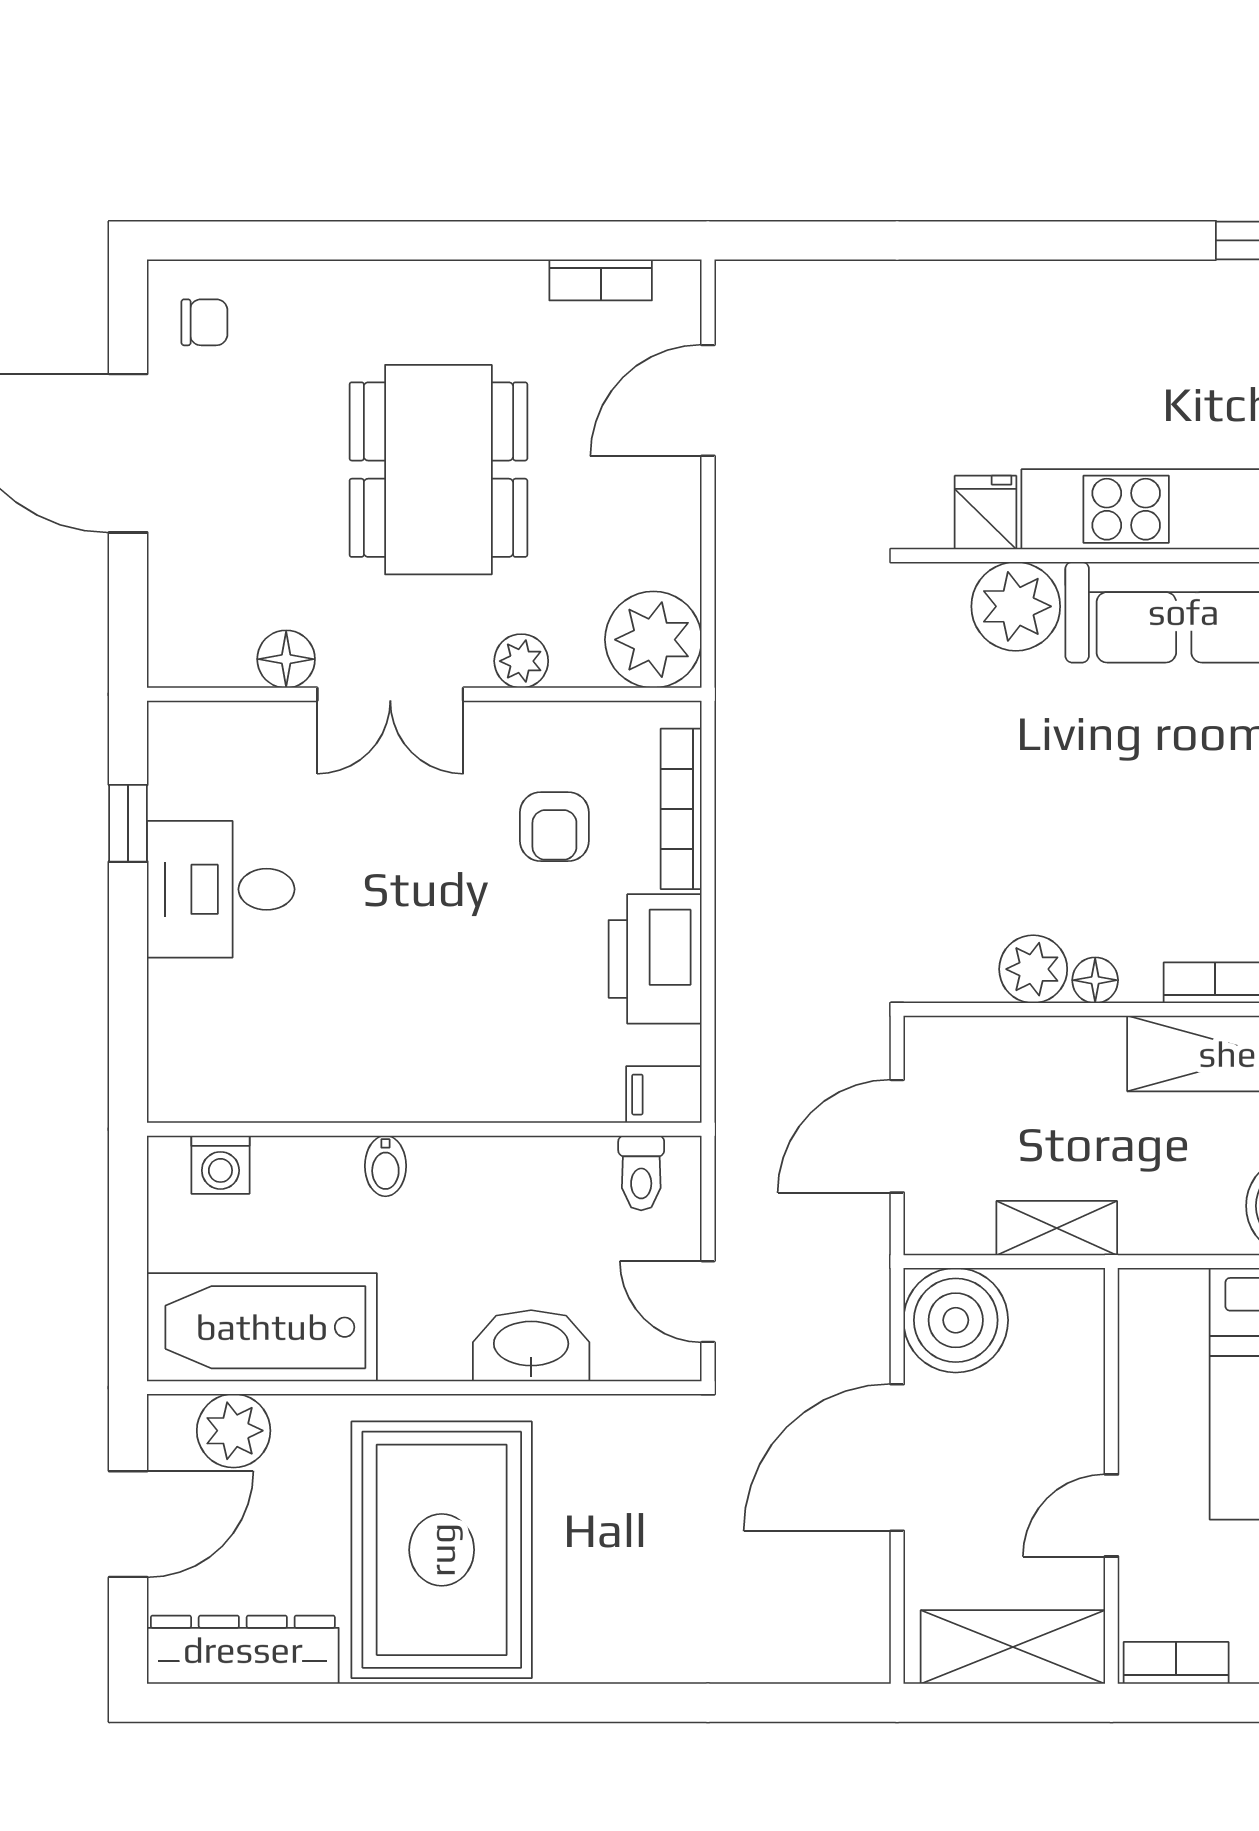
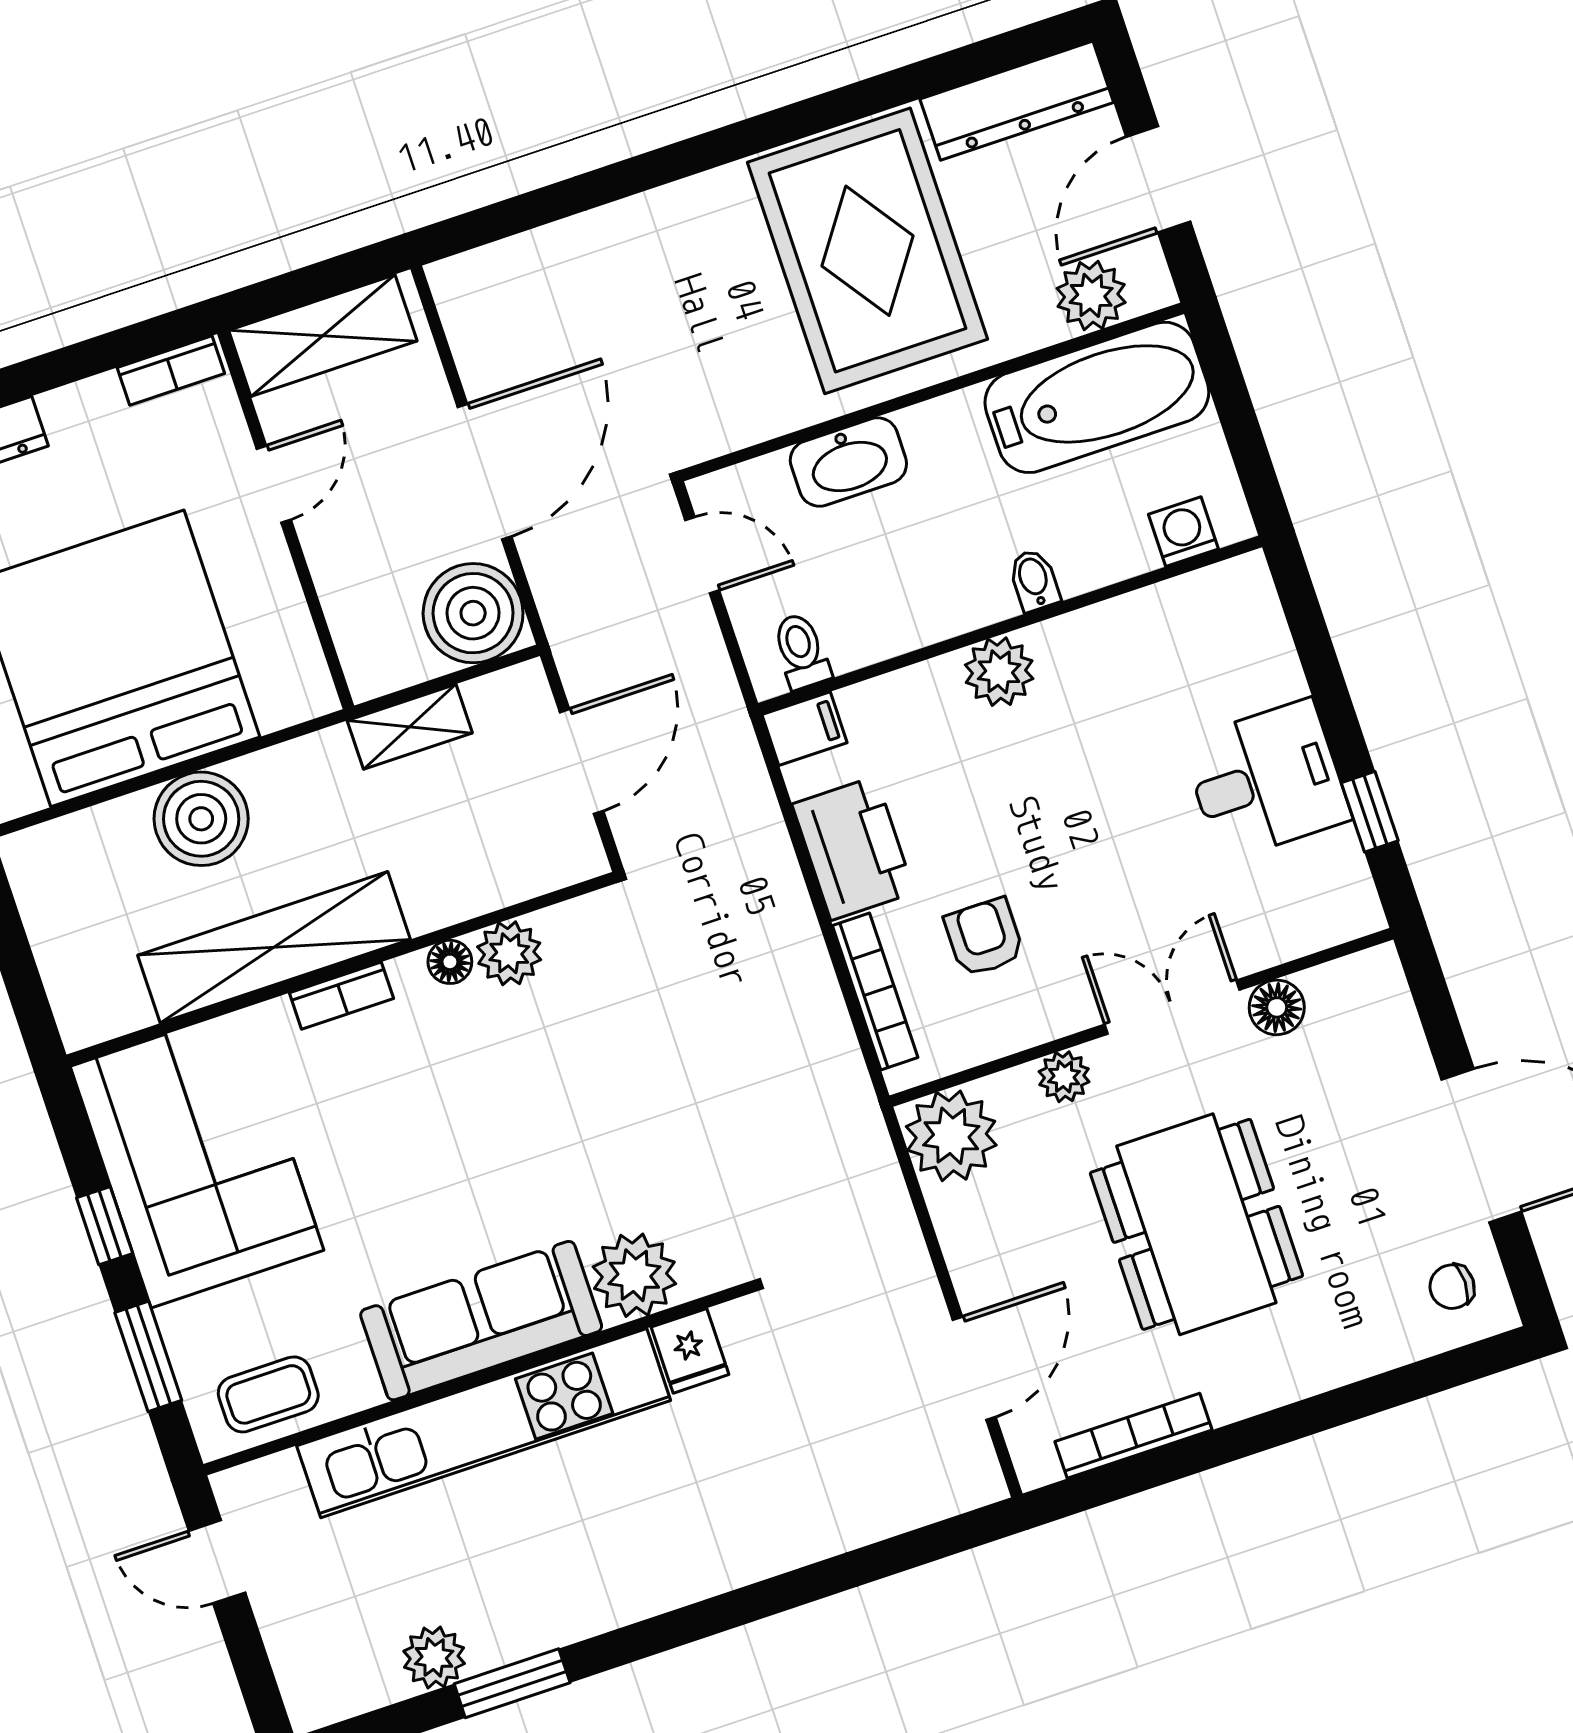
bookcase: (601, 280) -> (1134, 1436), width x1.56
plant: (451, 1086) -> (999, 672), added

